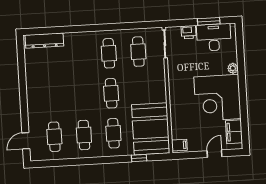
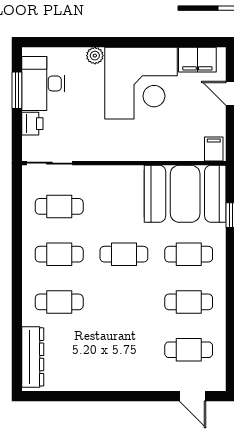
cafe table: (79, 55) -> (59, 302), added

